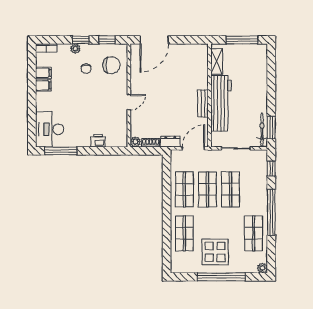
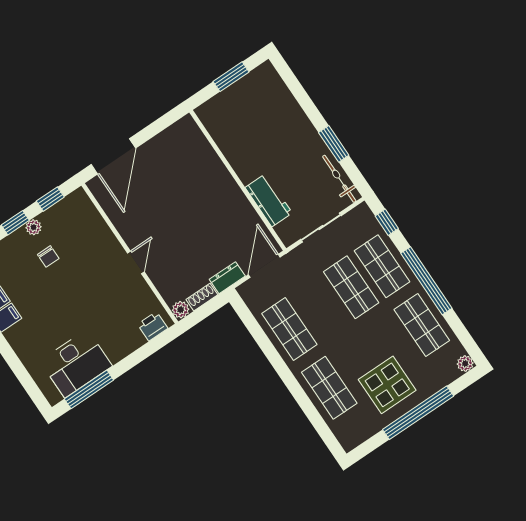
window: (242, 40) -> (231, 77), width x0.69
plant: (75, 49) -> (34, 227), moved
shelving: (217, 61) -> (217, 128), removed
chair: (111, 65) -> (79, 229), removed
bench: (203, 103) -> (236, 197), removed
workbench: (221, 103) -> (269, 200), width x0.53, depth x0.76
window: (271, 128) -> (334, 144), moved
desk: (50, 129) -> (76, 363), moved, turned -90
printer: (98, 141) -> (153, 326), moved
shop shelf: (207, 189) -> (382, 266), moved

